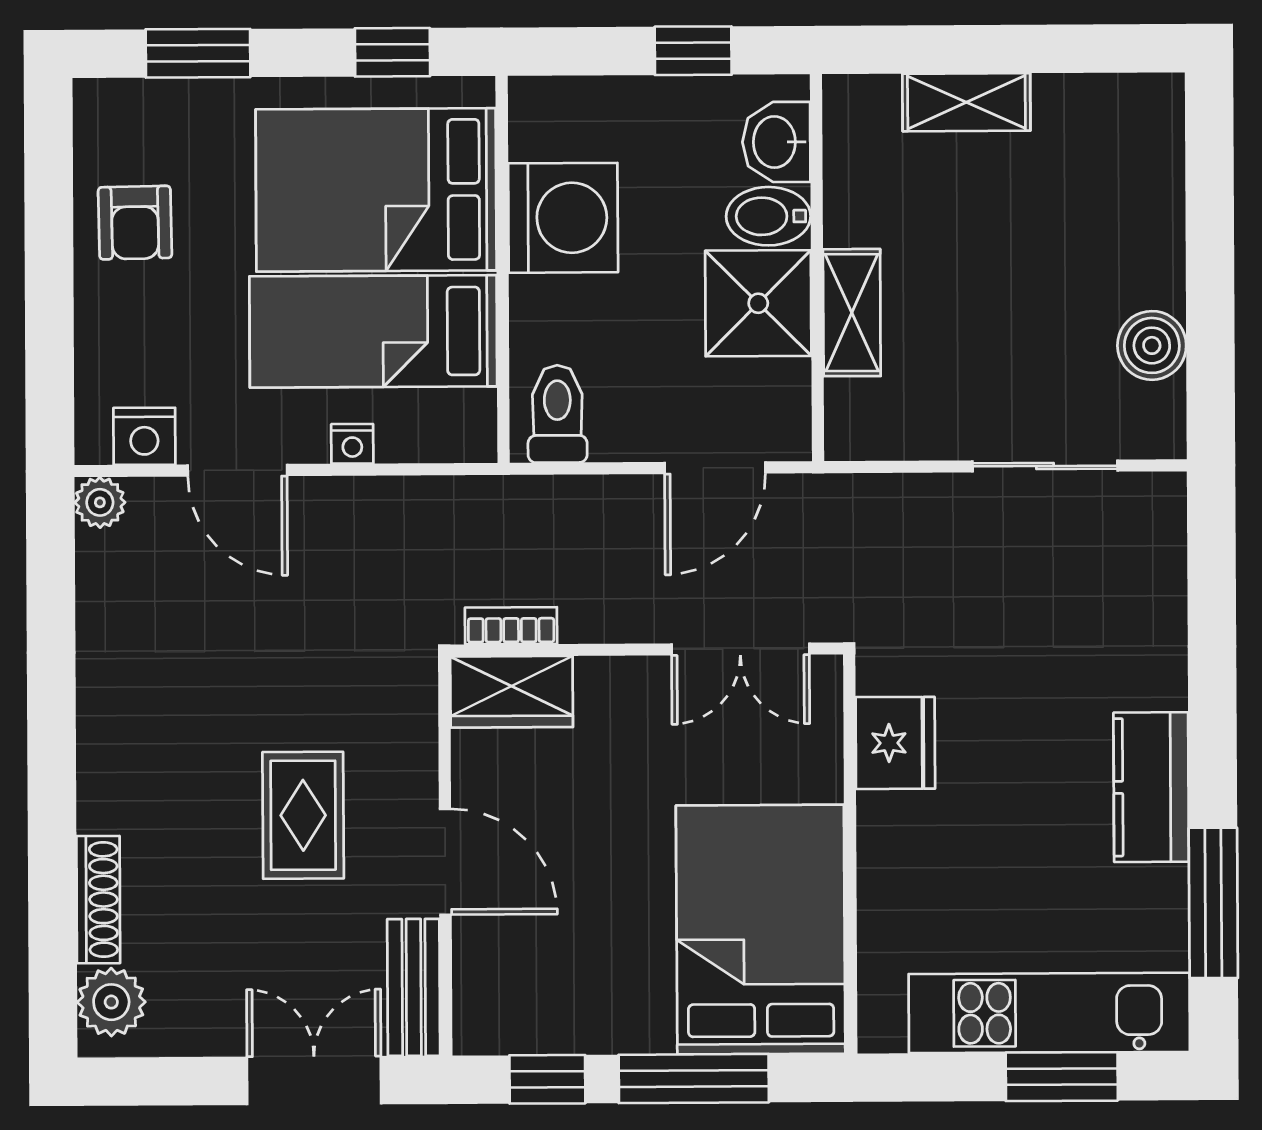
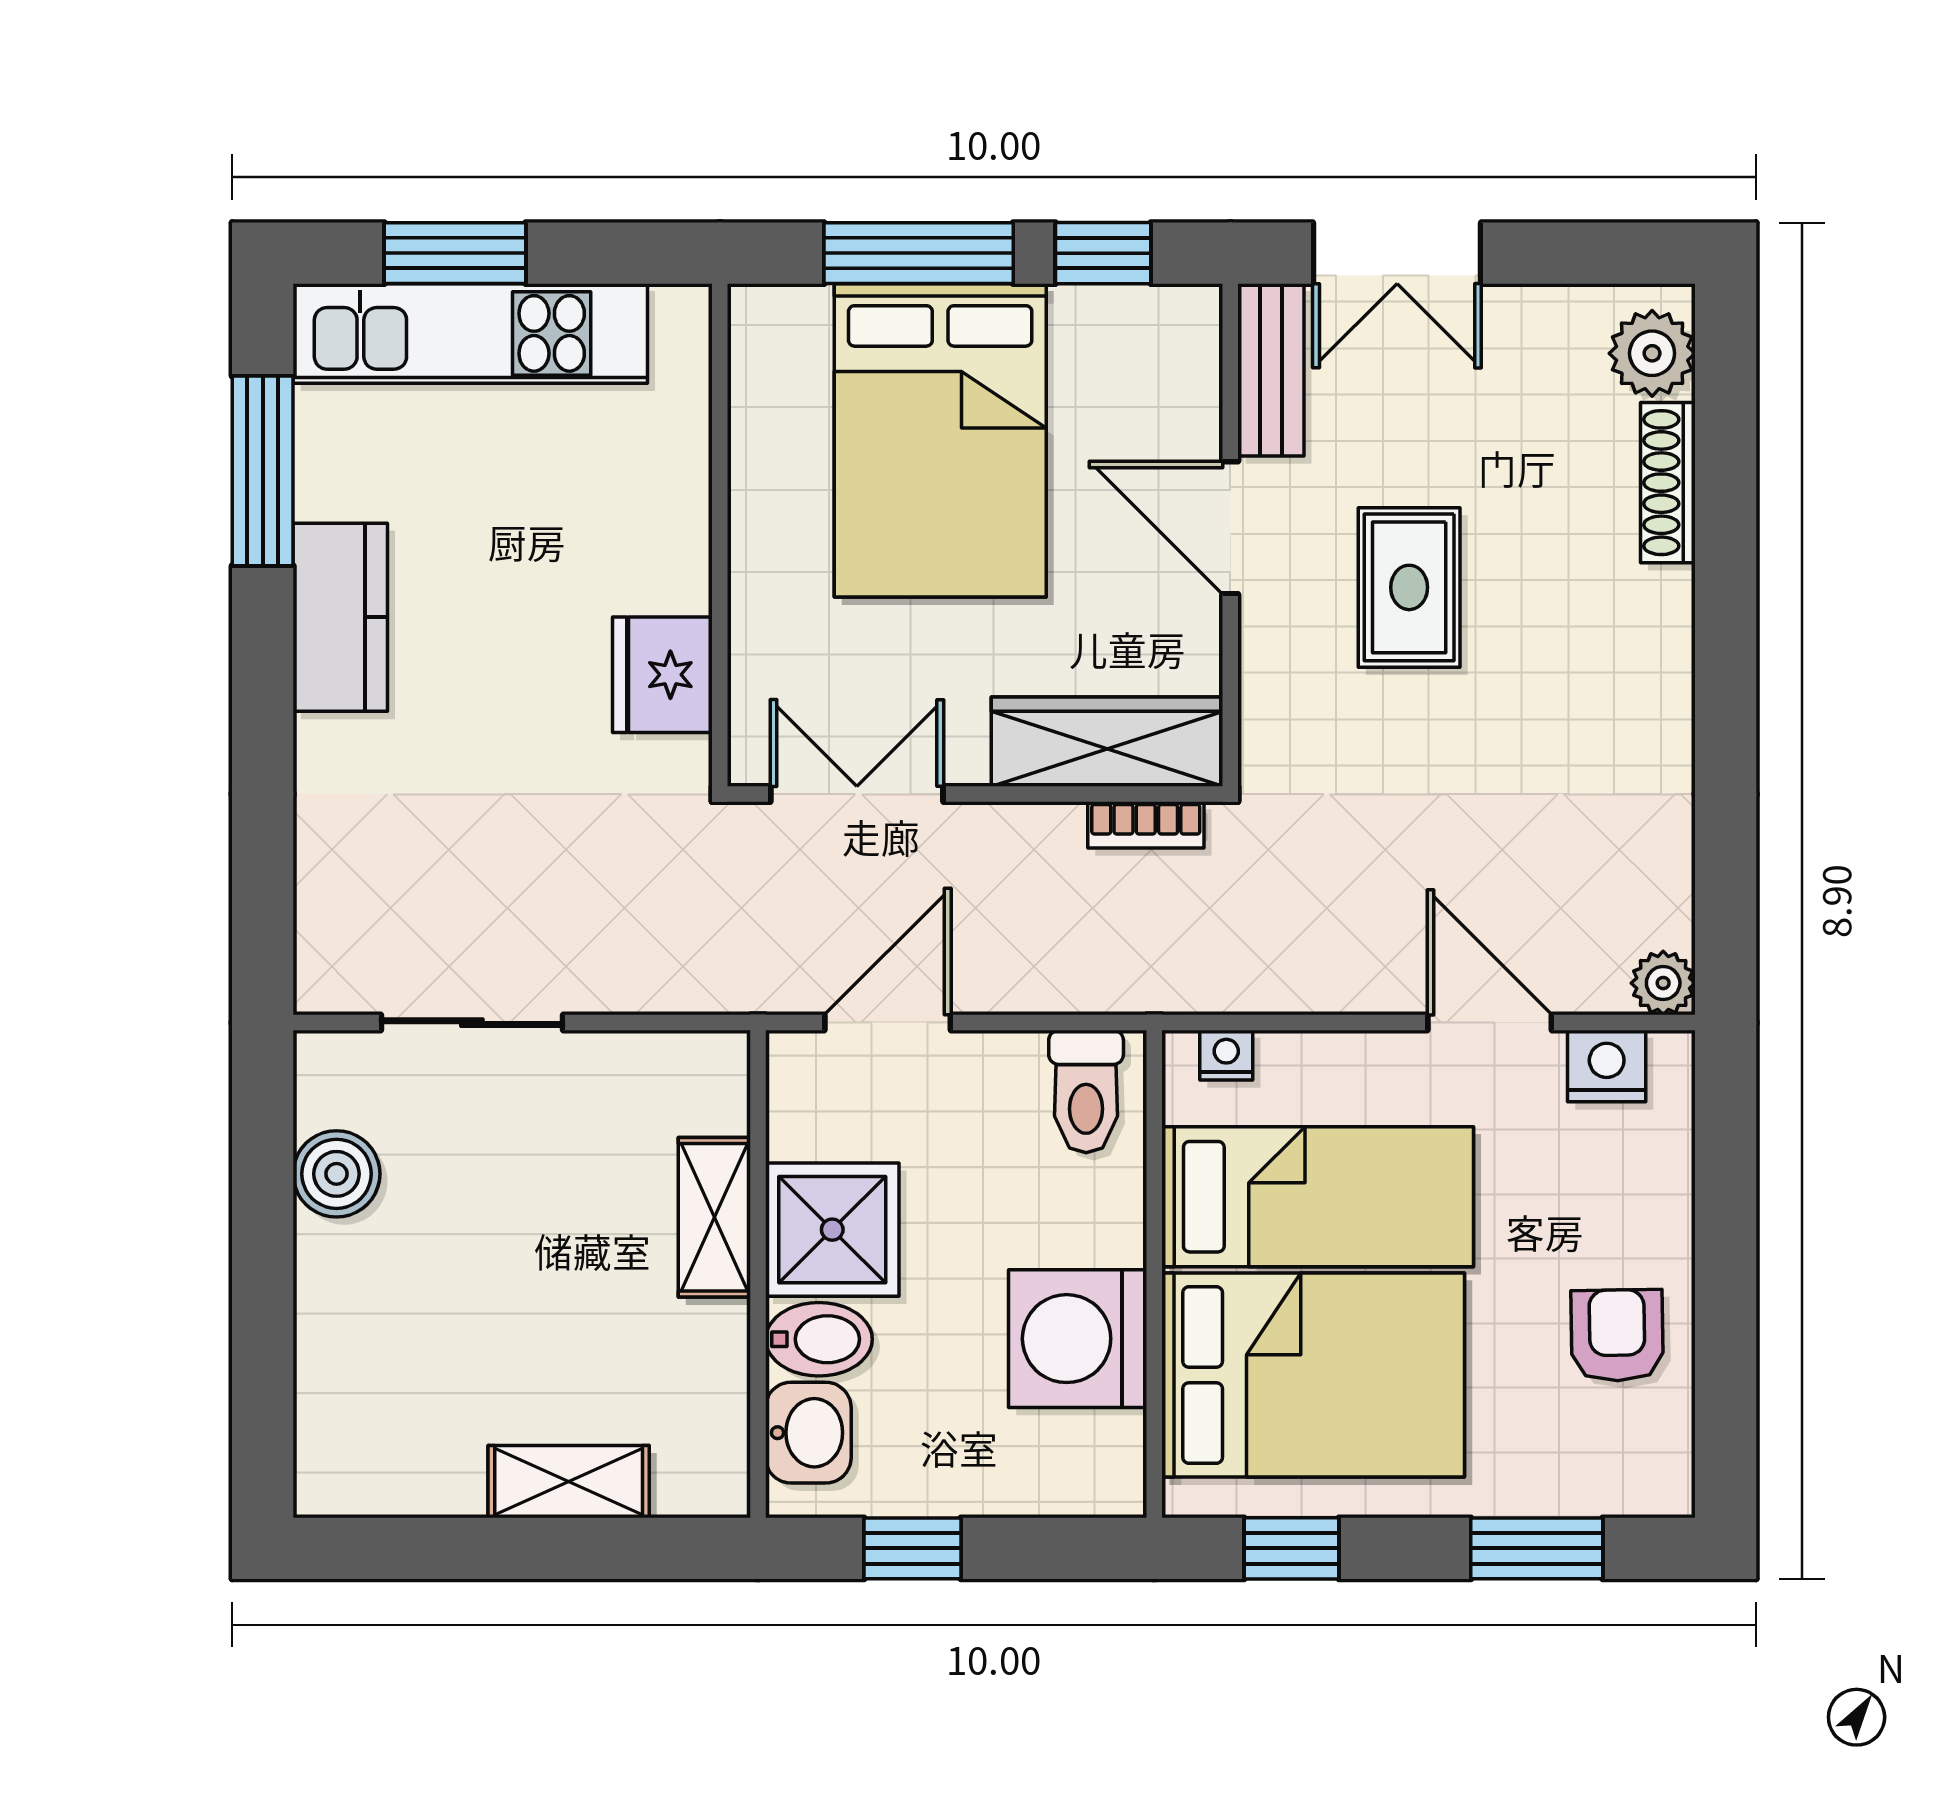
nightstand: (352, 444) -> (1226, 1055), moved
wardrobe: (512, 692) -> (1107, 742), width x1.50
bed: (761, 930) -> (940, 440), moved

